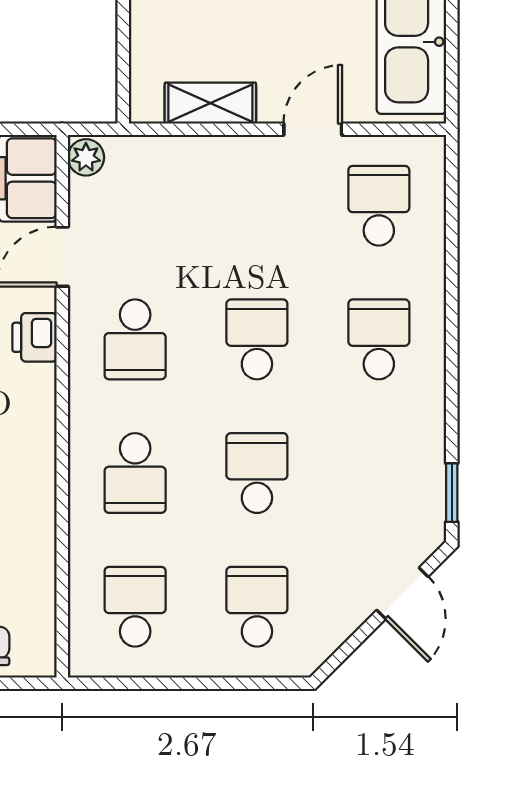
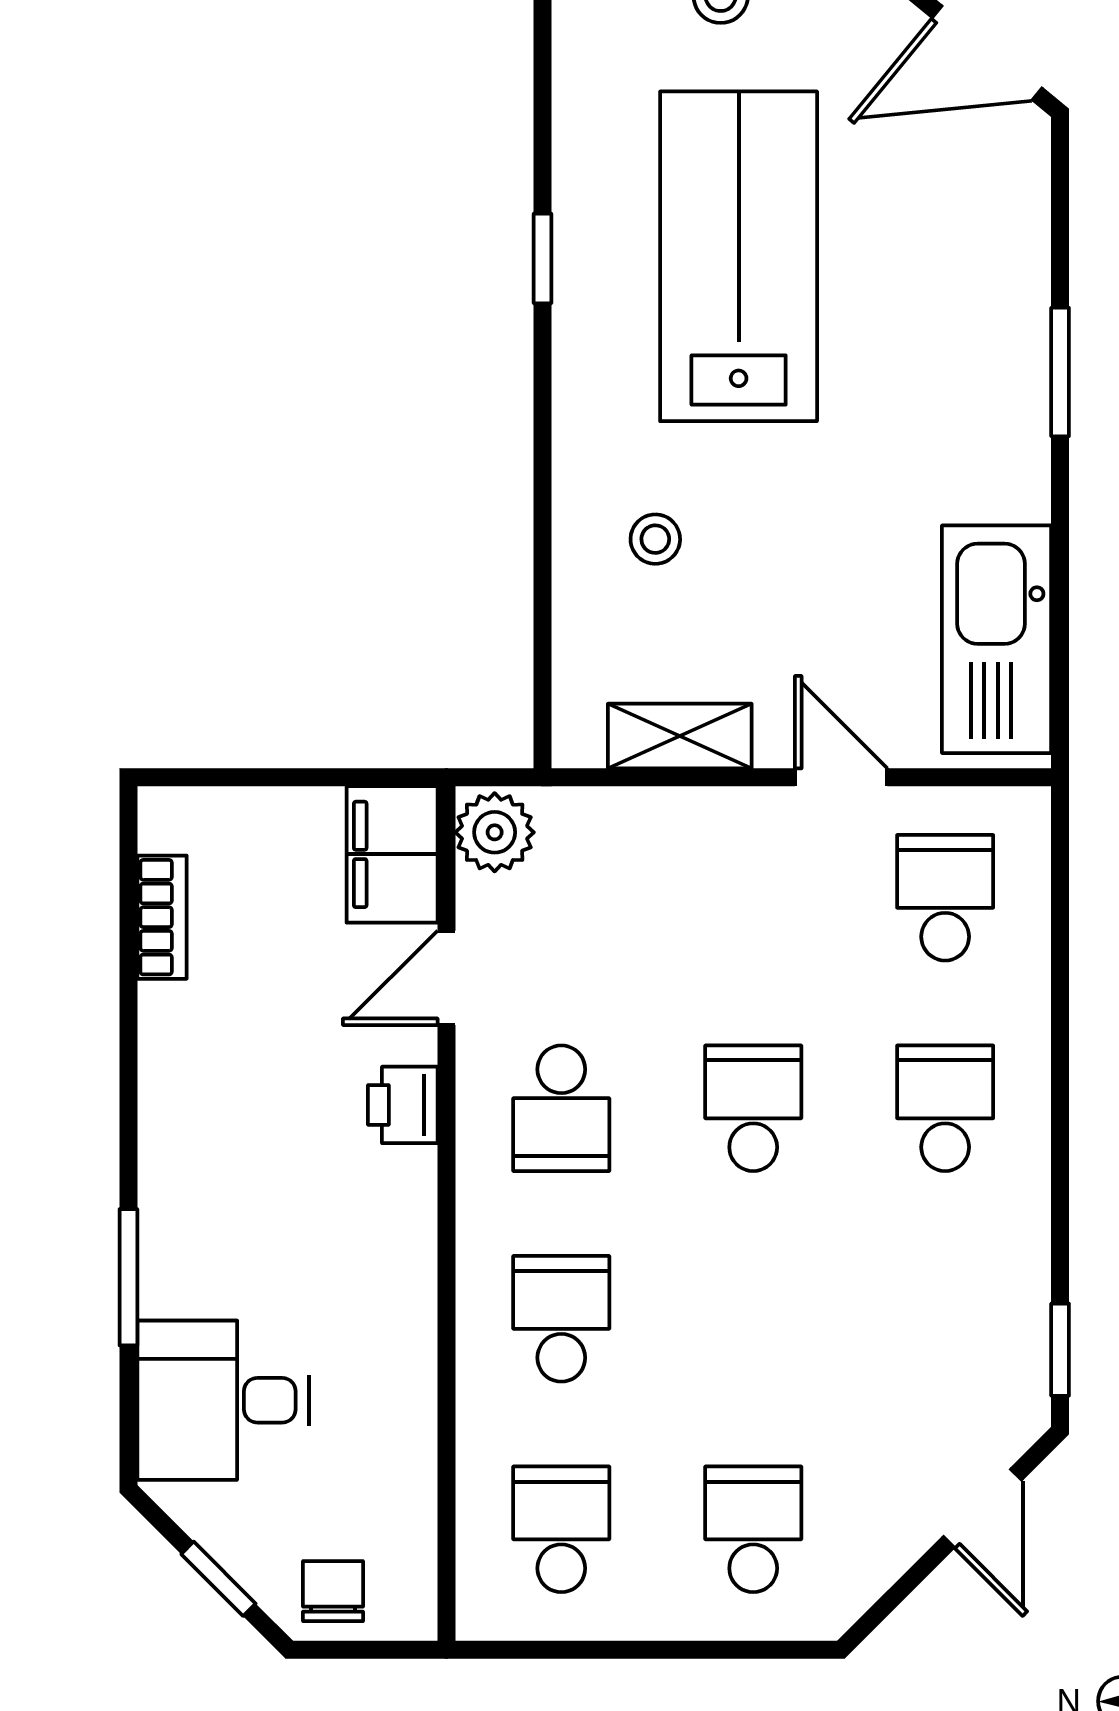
door: (313, 129) -> (841, 777), hinge flipped
plant: (86, 157) -> (495, 832), width x1.38, depth x1.38
school desk: (135, 473) -> (561, 1319), turned 180
school desk: (257, 473) -> (753, 1319), removed

